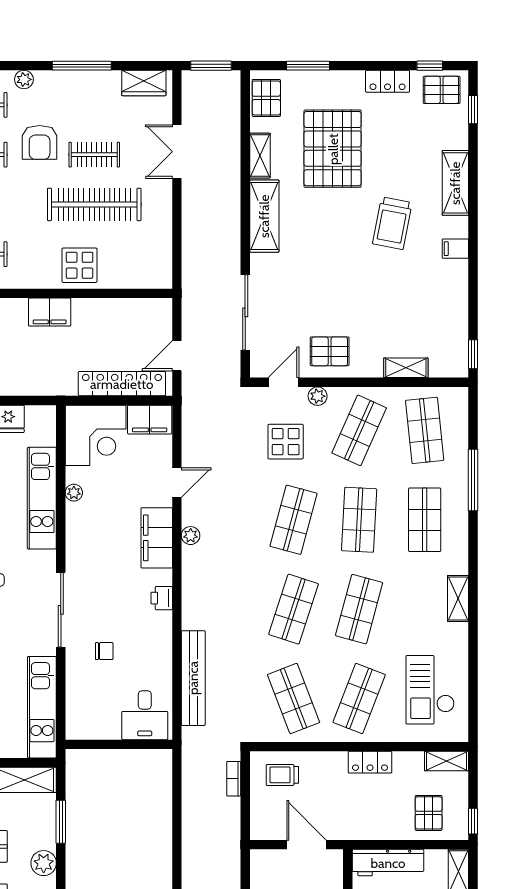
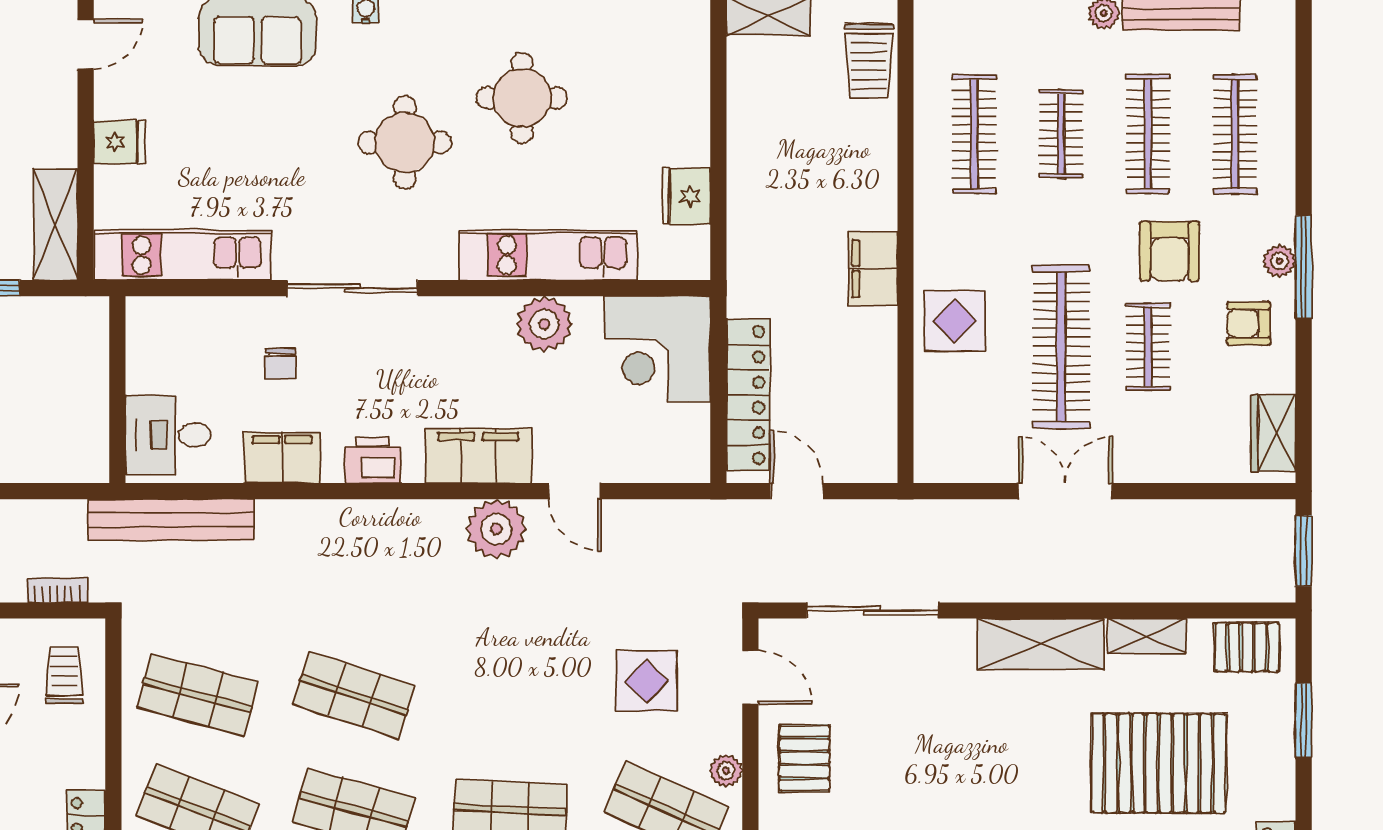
window: (82, 66) -> (1304, 267), moved
plant: (24, 79) -> (1279, 261), moved
armchair: (81, 97) -> (1249, 324), added
armchair: (40, 142) -> (1169, 251), turned -90
double door: (177, 152) -> (1065, 491), moved
plant: (318, 396) -> (726, 770), moved
filing cabinet: (150, 420) -> (282, 458), moved, turned 90
plant: (74, 493) -> (544, 324), width x1.88, depth x1.88
shop shelf: (294, 520) -> (510, 695), removed
plant: (191, 536) -> (496, 529), width x1.88, depth x1.88
printer: (162, 598) -> (373, 460), width x1.36, depth x1.24
bench: (193, 678) -> (171, 520), moved
shop shelf: (294, 698) -> (198, 695), turned 36

